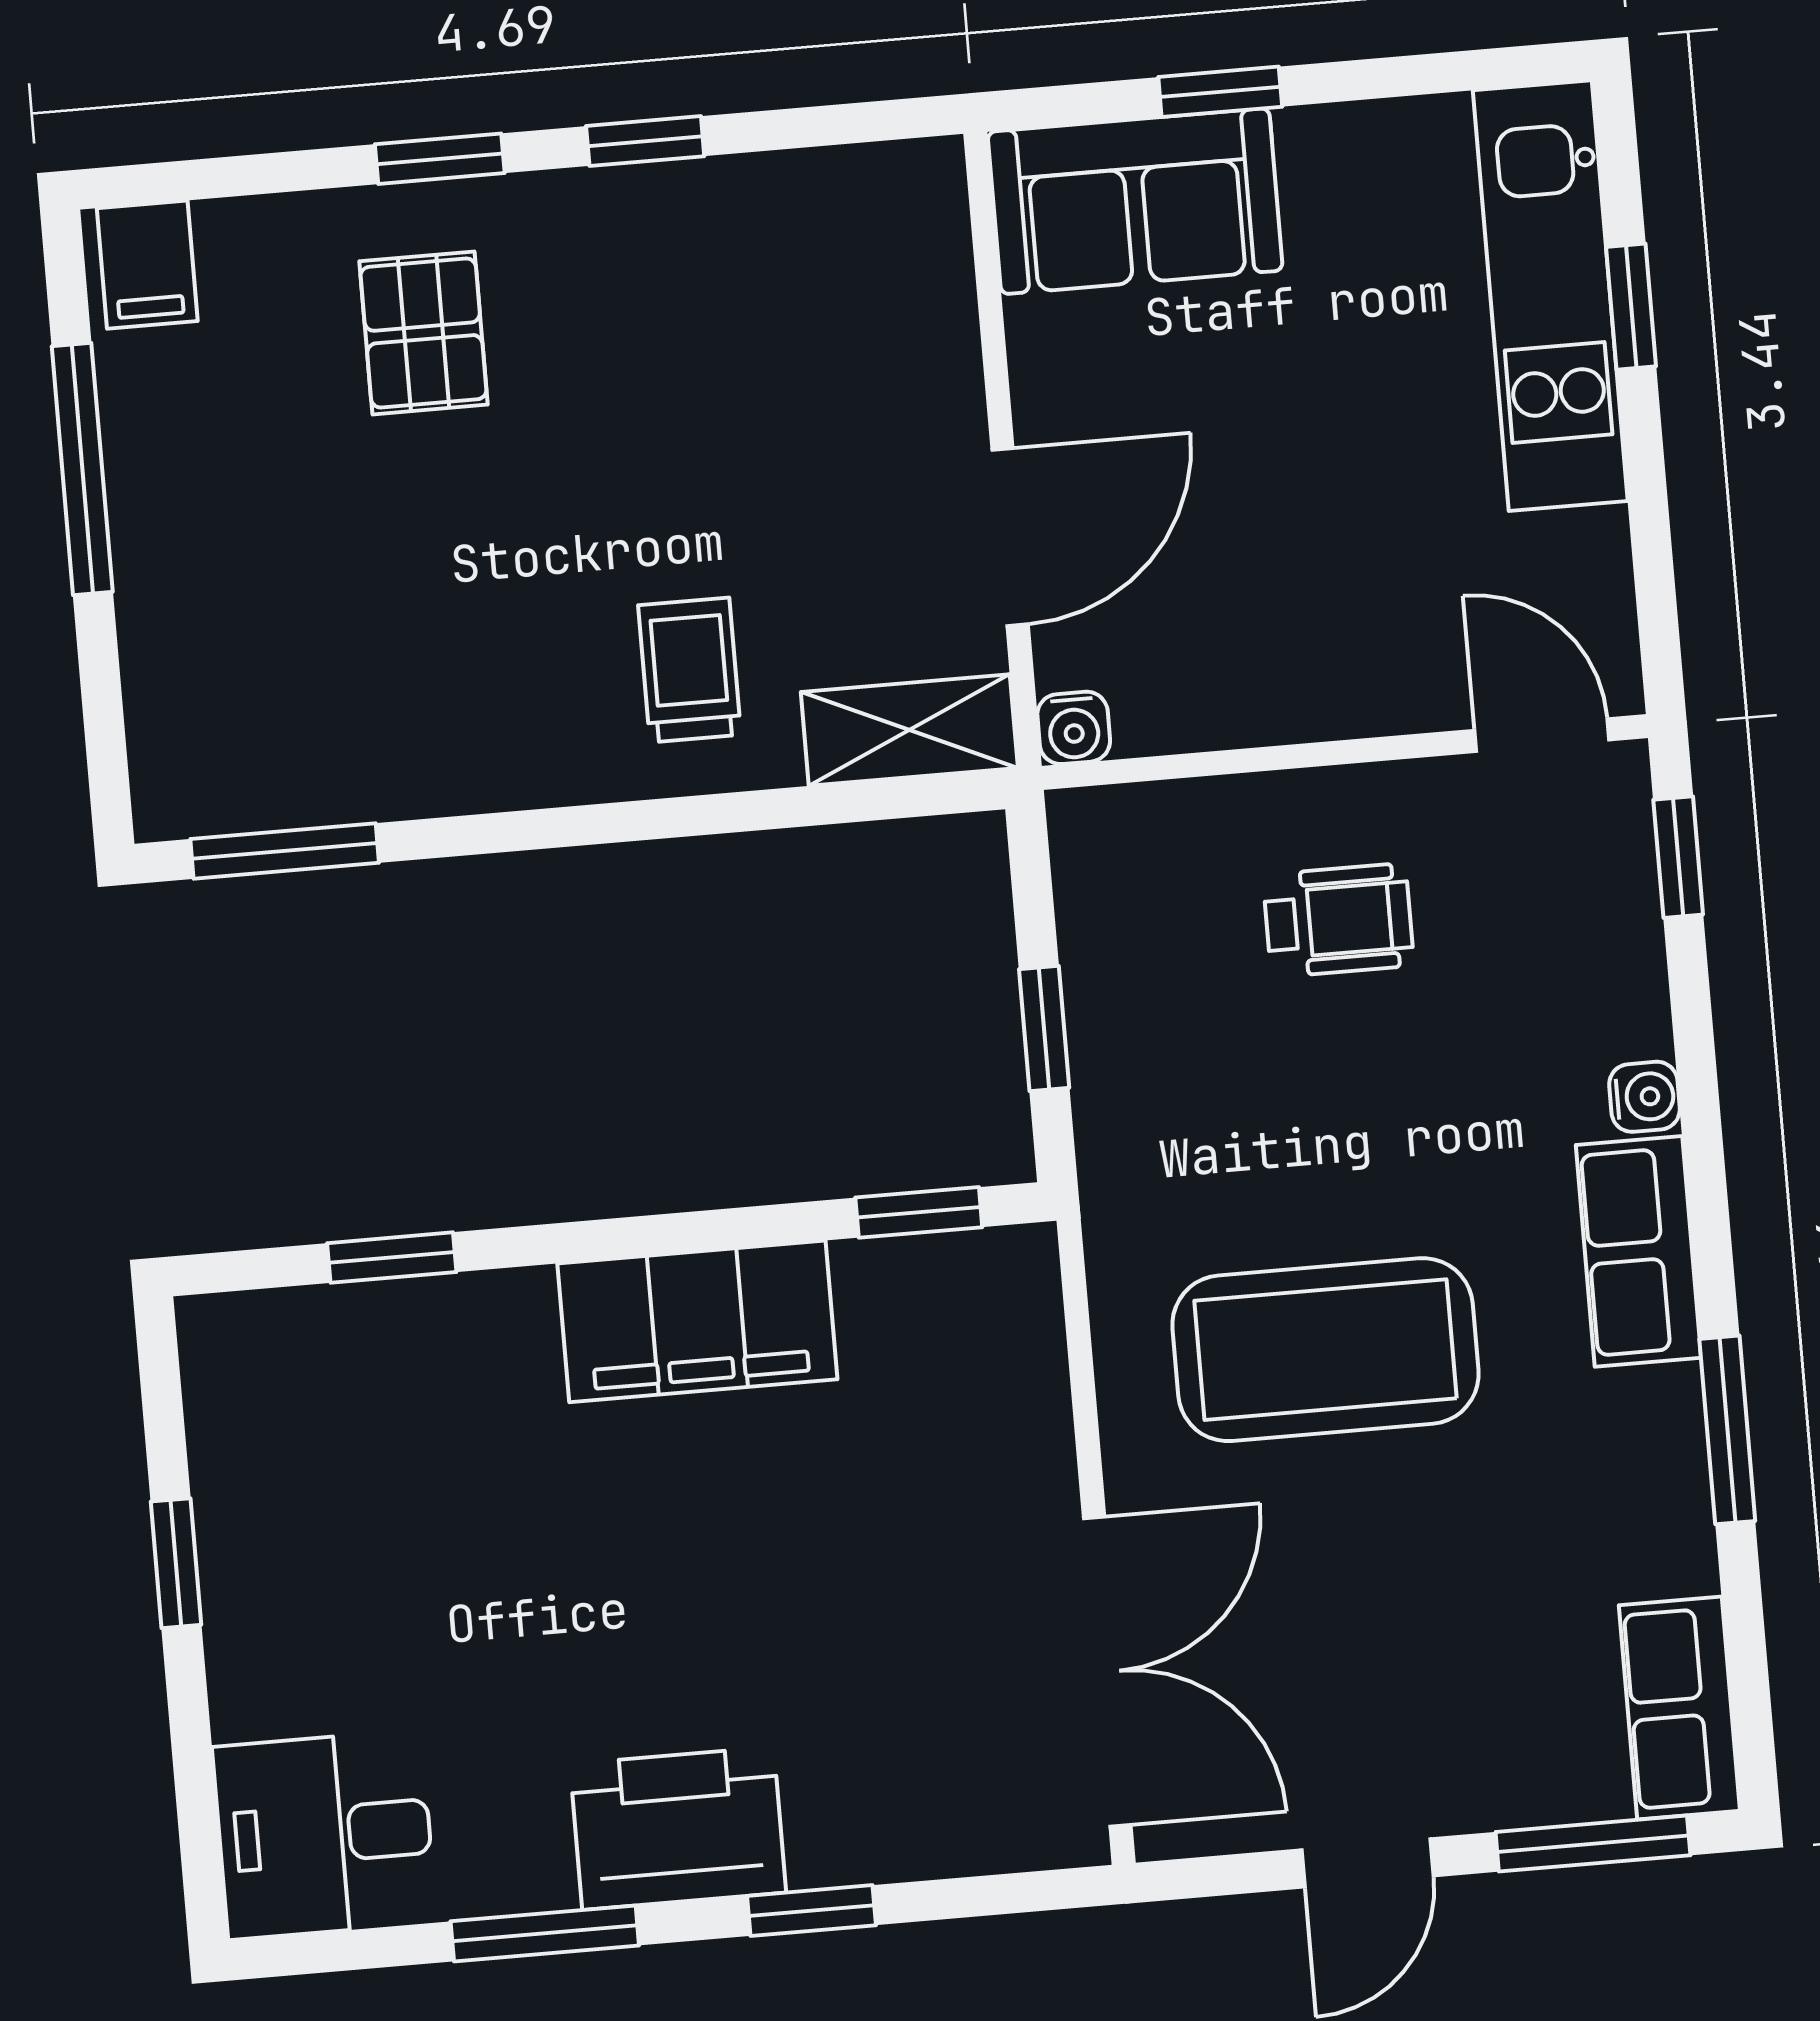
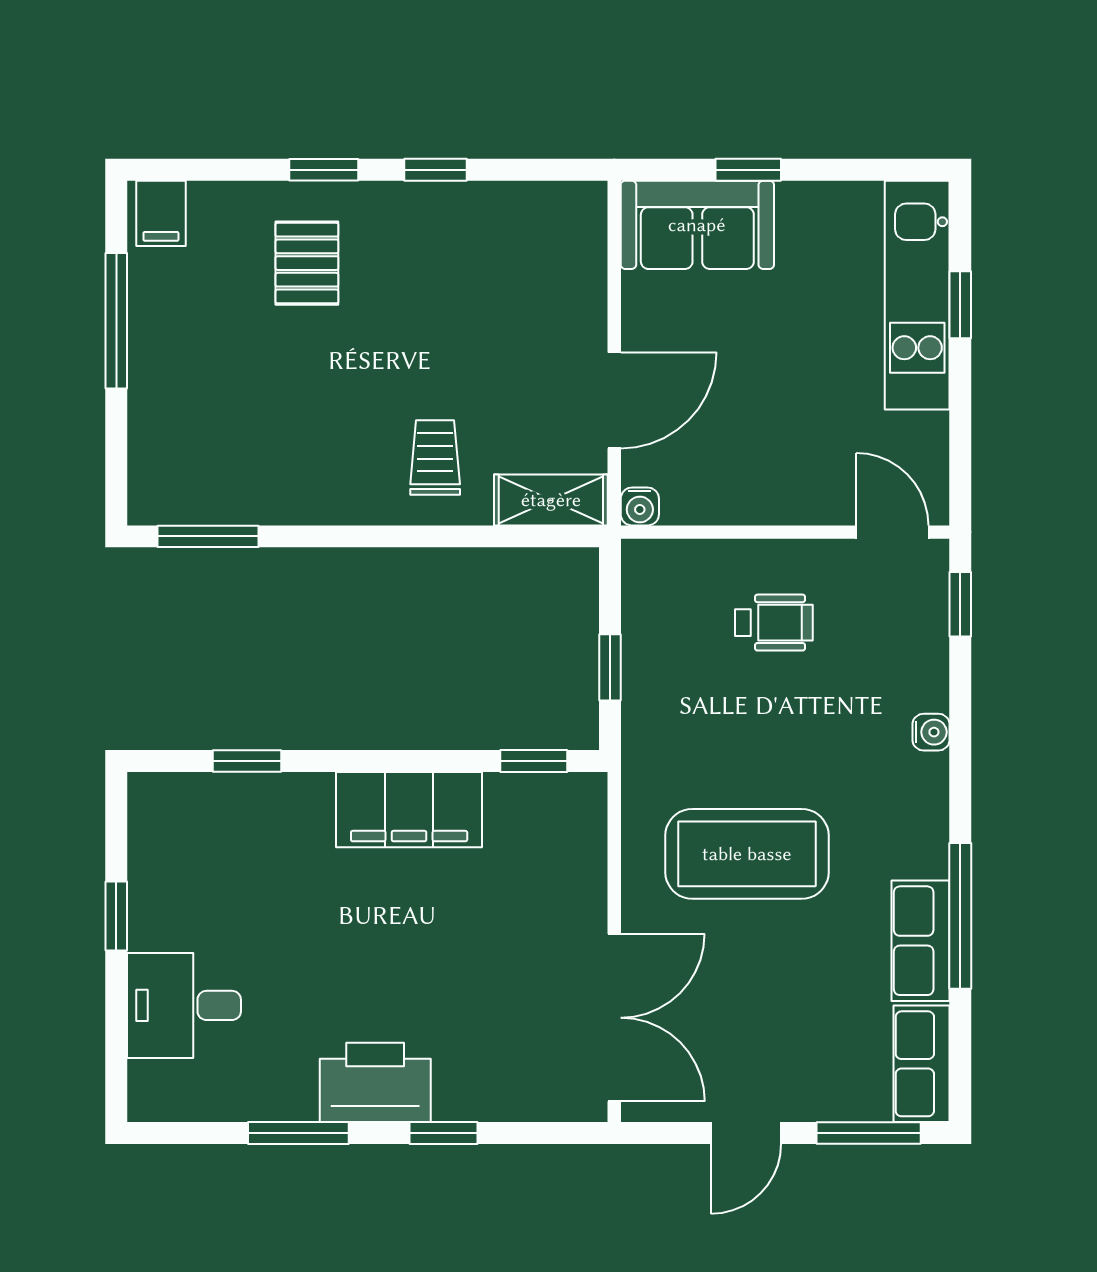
row of seats: (1638, 1251) -> (921, 941), moved
window: (1727, 1430) -> (960, 916), width x1.44
desk: (325, 1835) -> (184, 1005), moved

